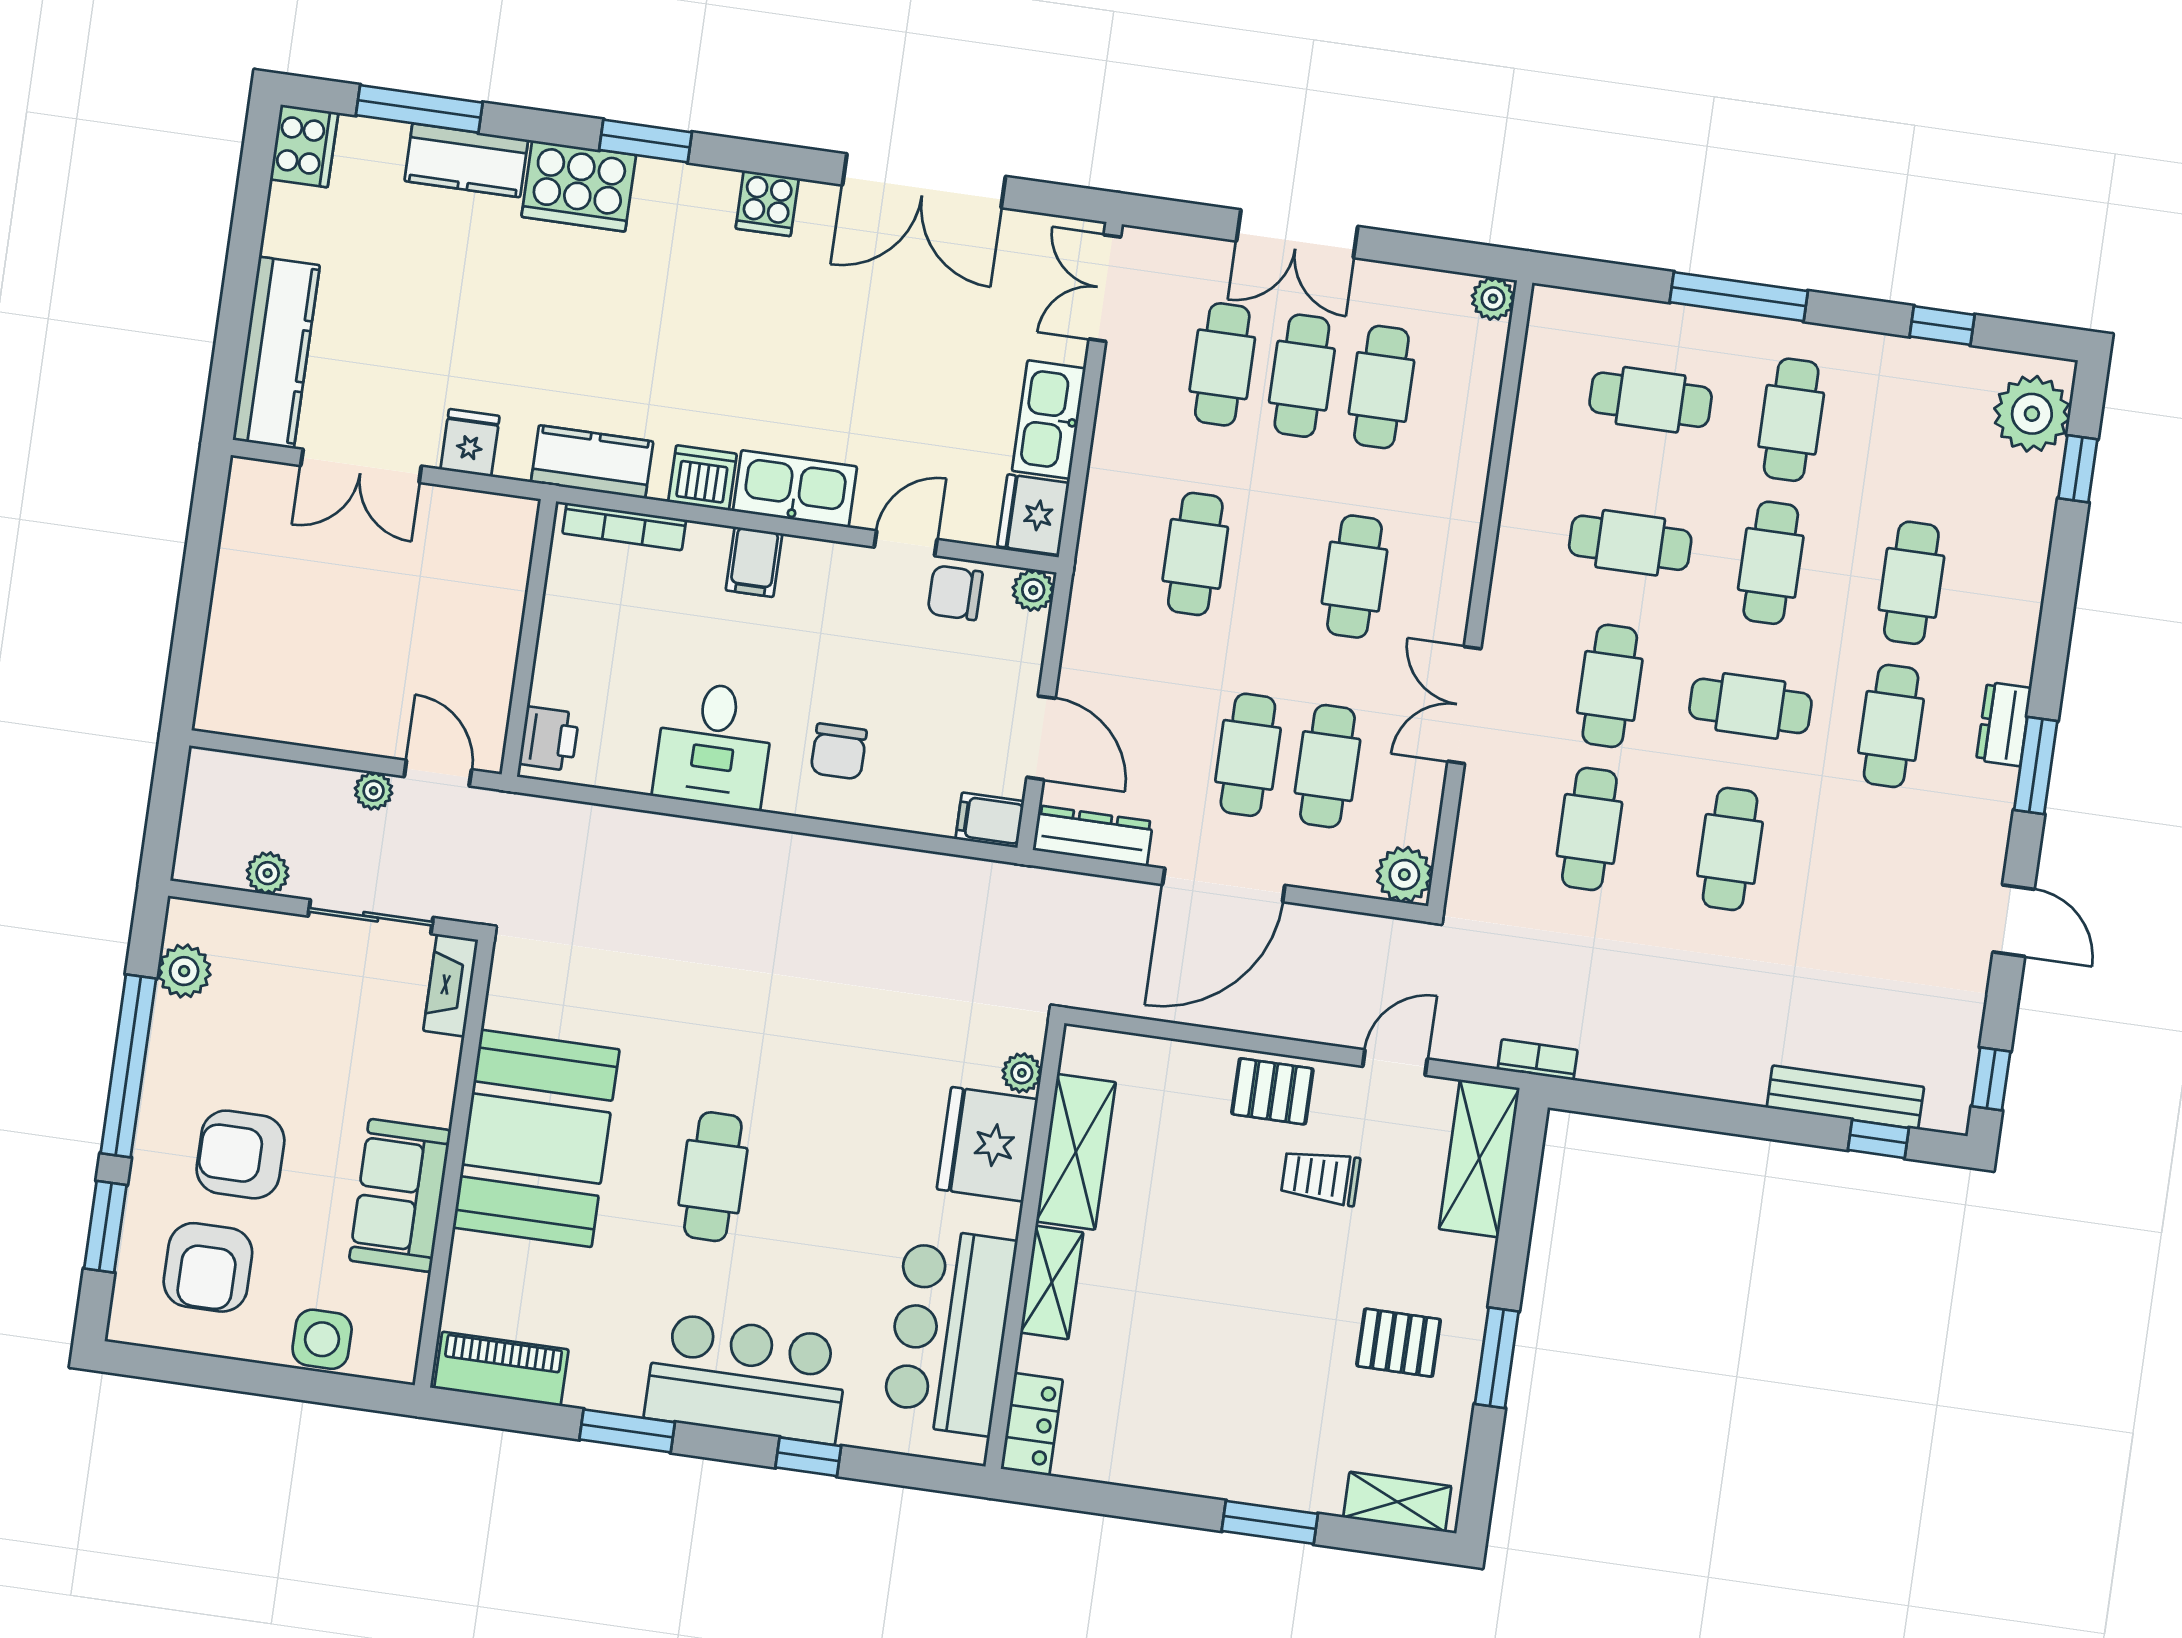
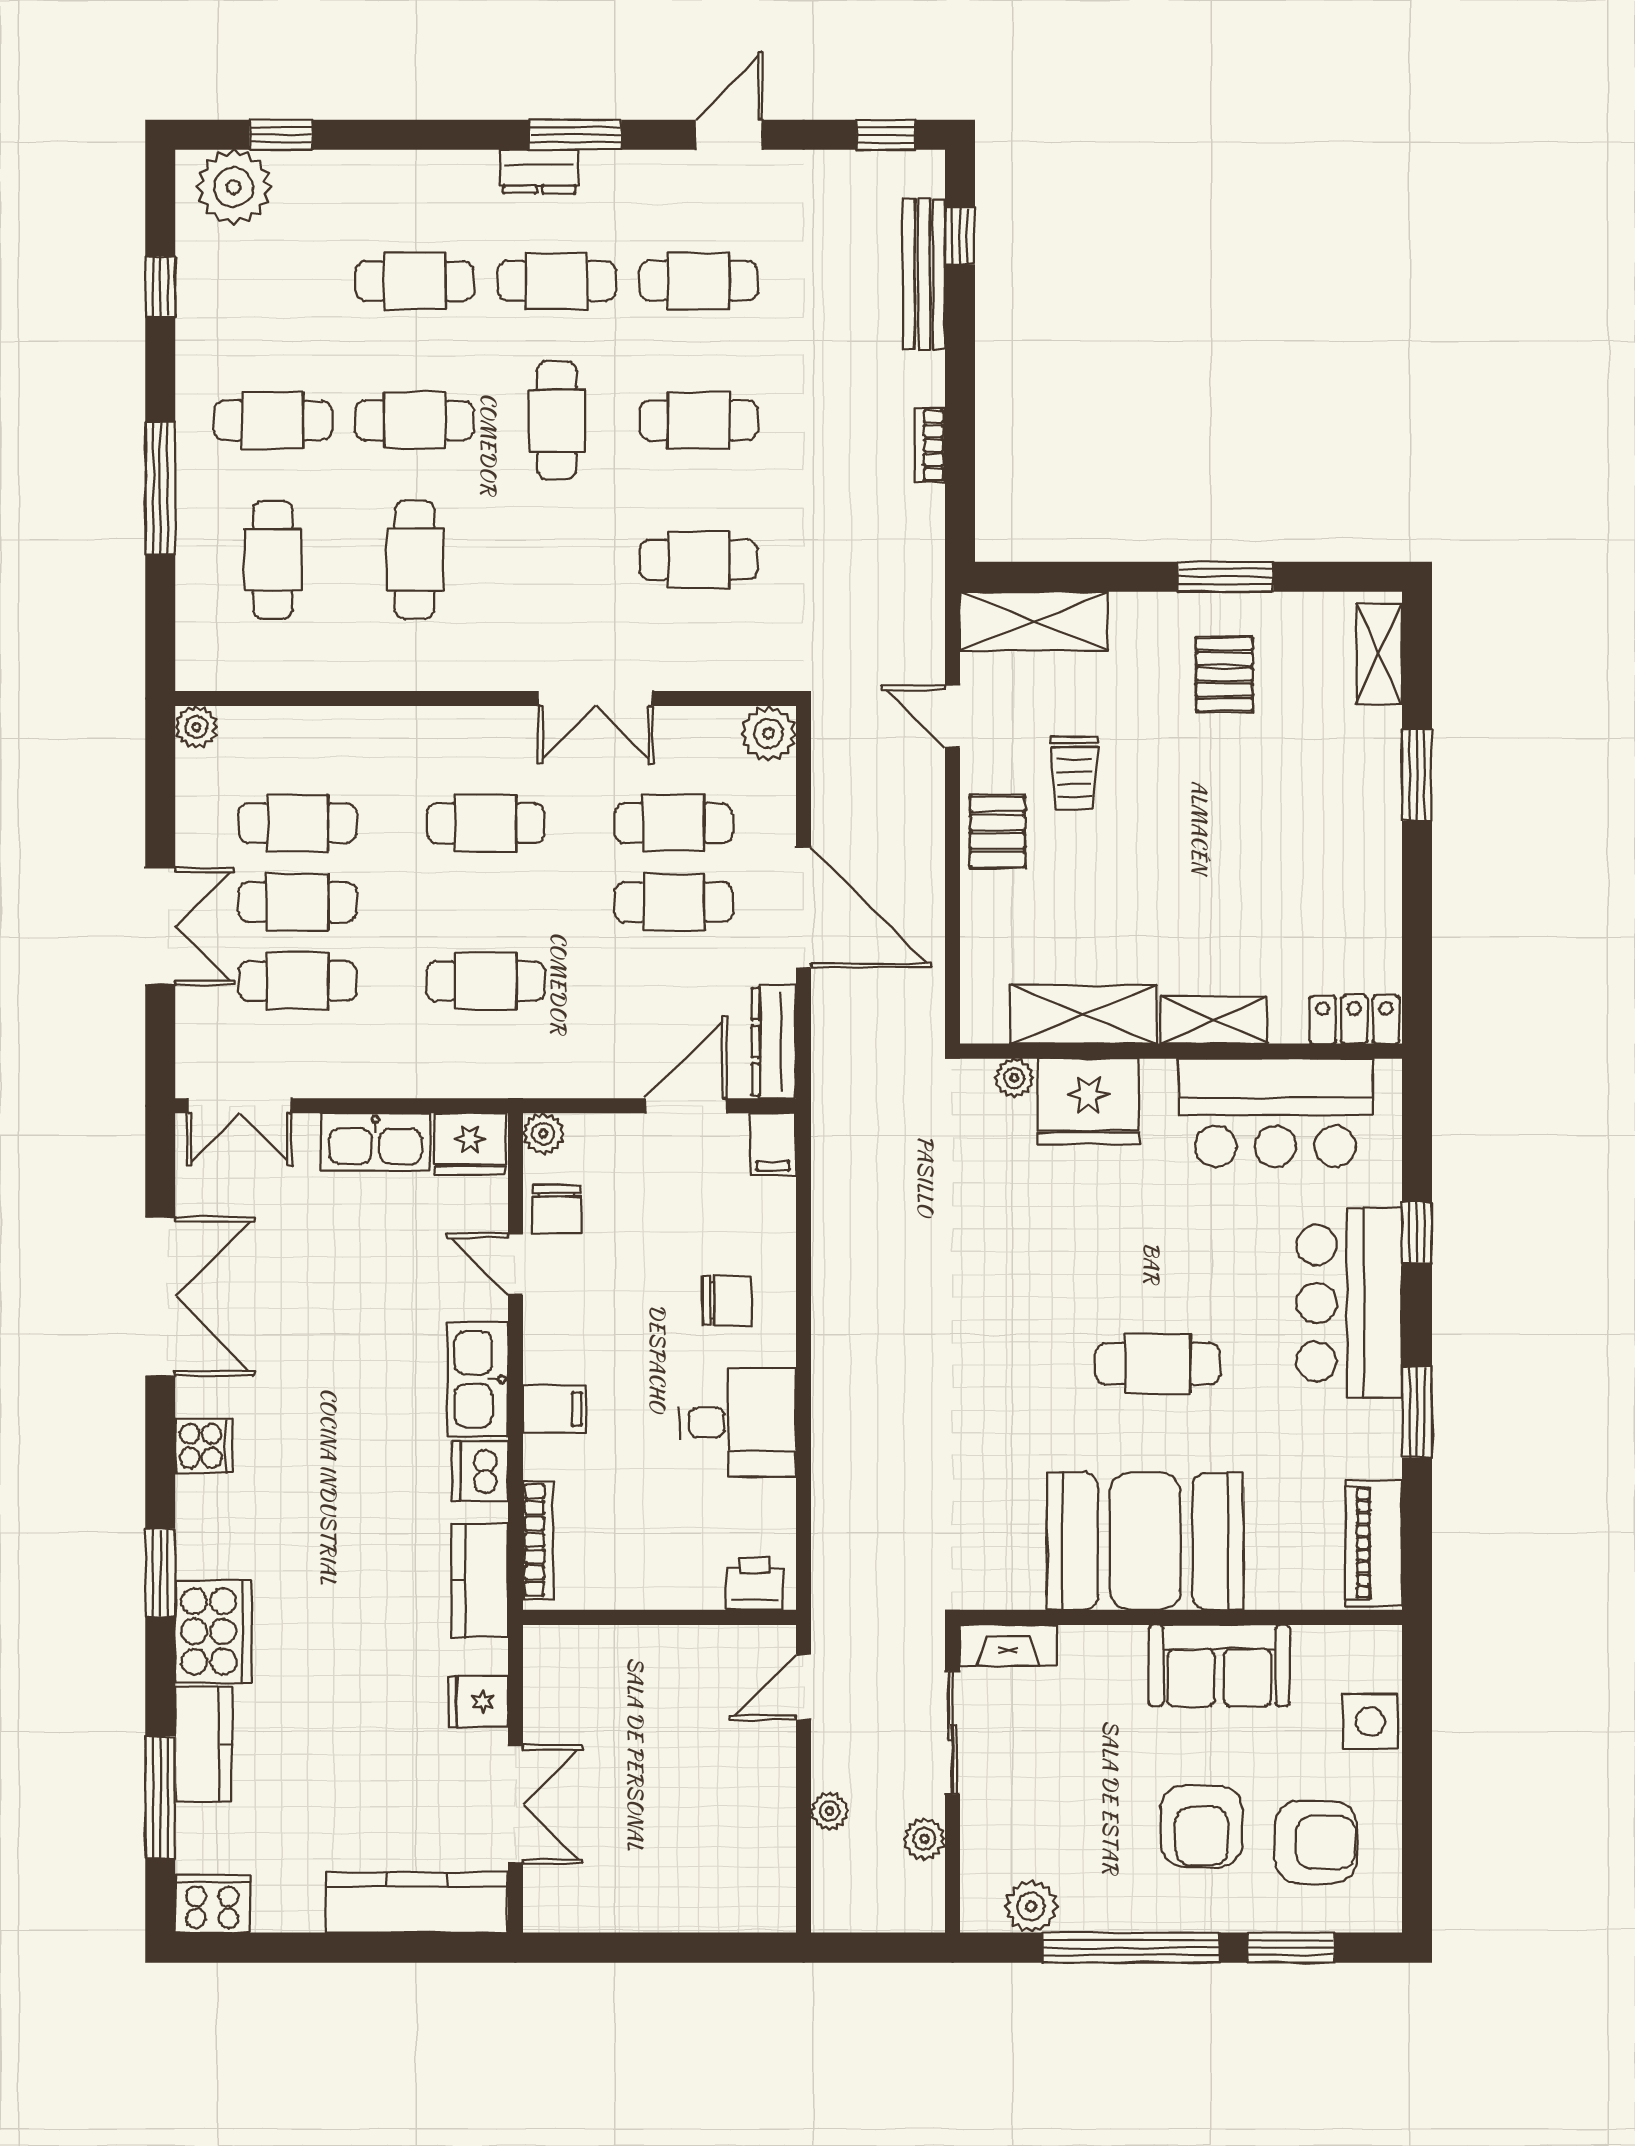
cafe table: (1610, 686) -> (699, 281), moved
plant: (374, 791) -> (830, 1811), moved
bookcase: (1538, 1060) -> (930, 445), moved

